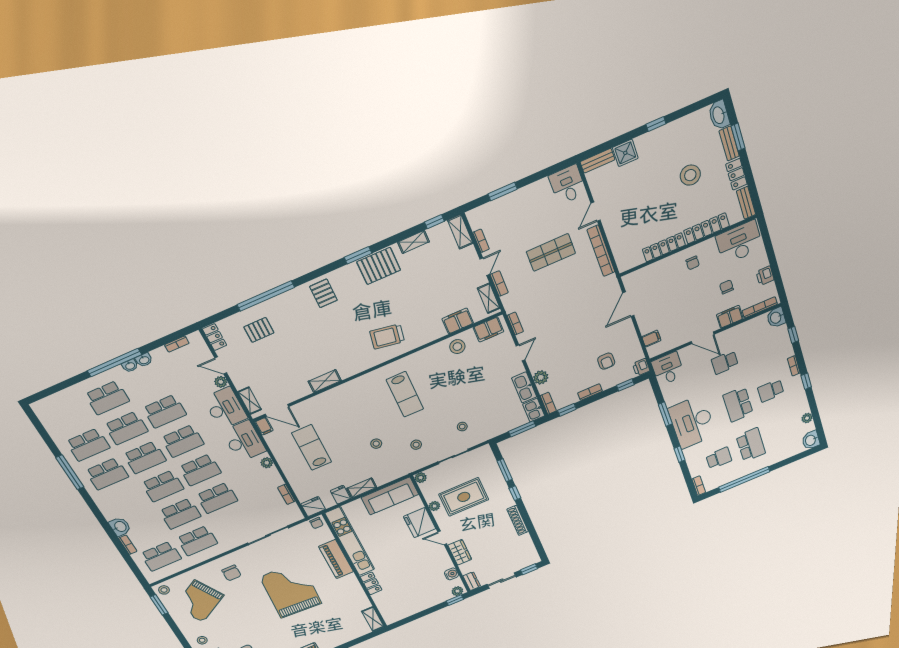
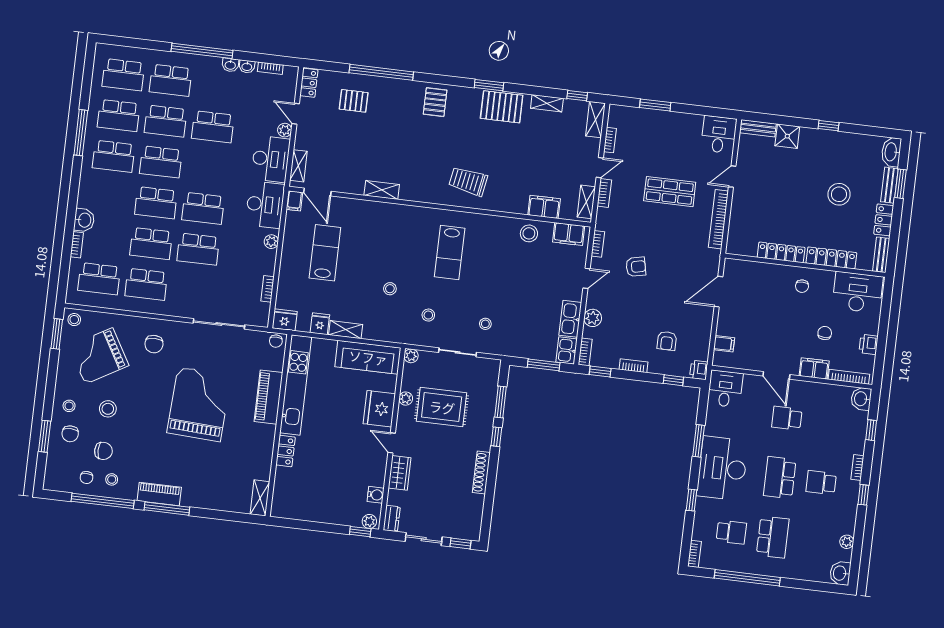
armchair: (554, 323) -> (636, 267), added
washbasin: (130, 366) -> (247, 67), moved
school desk: (183, 441) -> (123, 75), moved
stool: (230, 627) -> (108, 409), added

